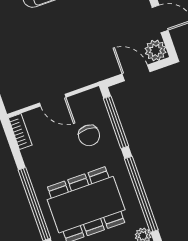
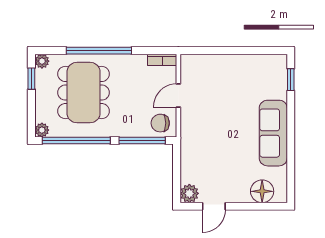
door: (136, 73) -> (177, 171), removed
chair: (89, 135) -> (160, 123), moved

